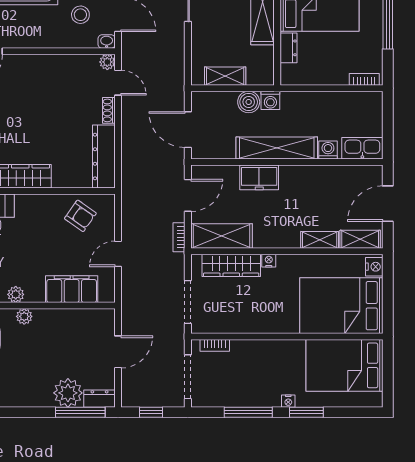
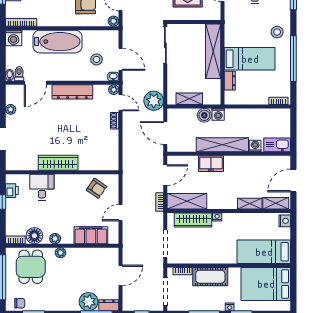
plant: (170, 79) -> (154, 101), added
dresser: (104, 157) -> (72, 92), moved, turned -90
bed: (341, 306) -> (264, 252), width x0.67
cot: (258, 354) -> (210, 277), added

